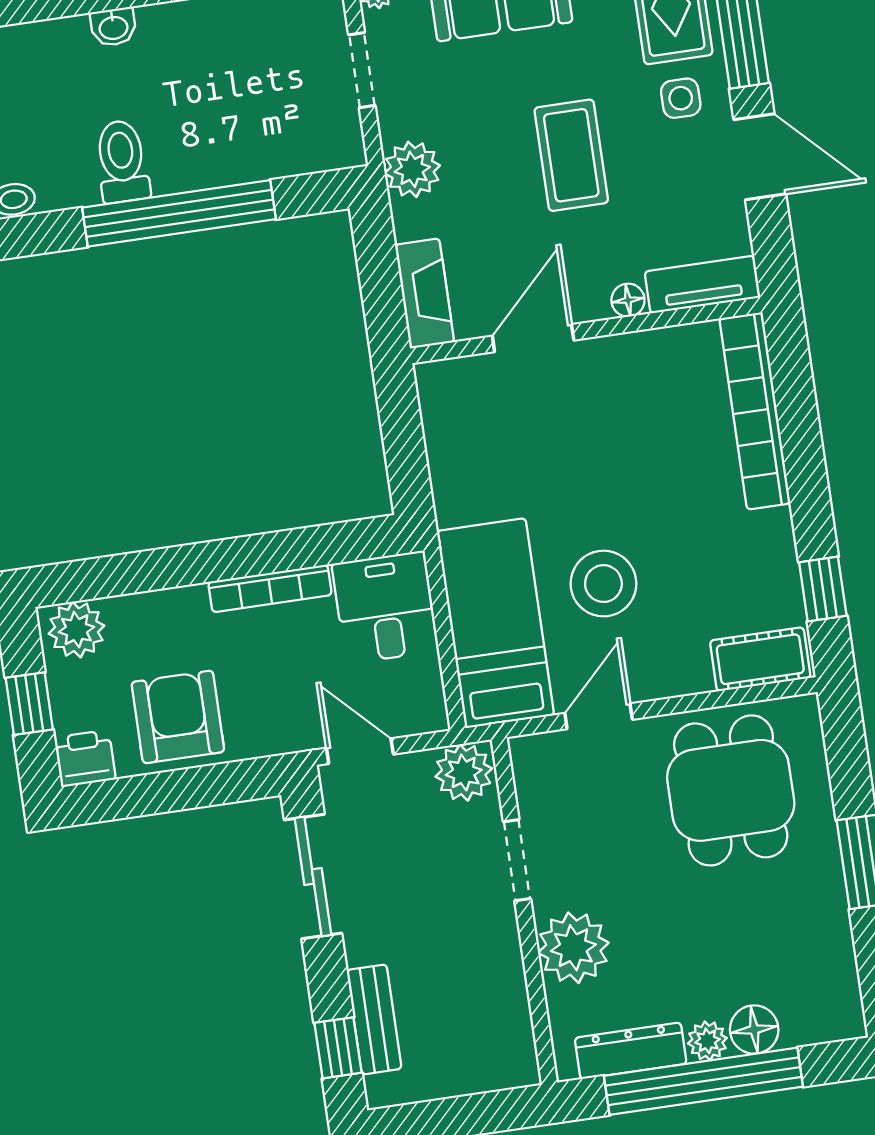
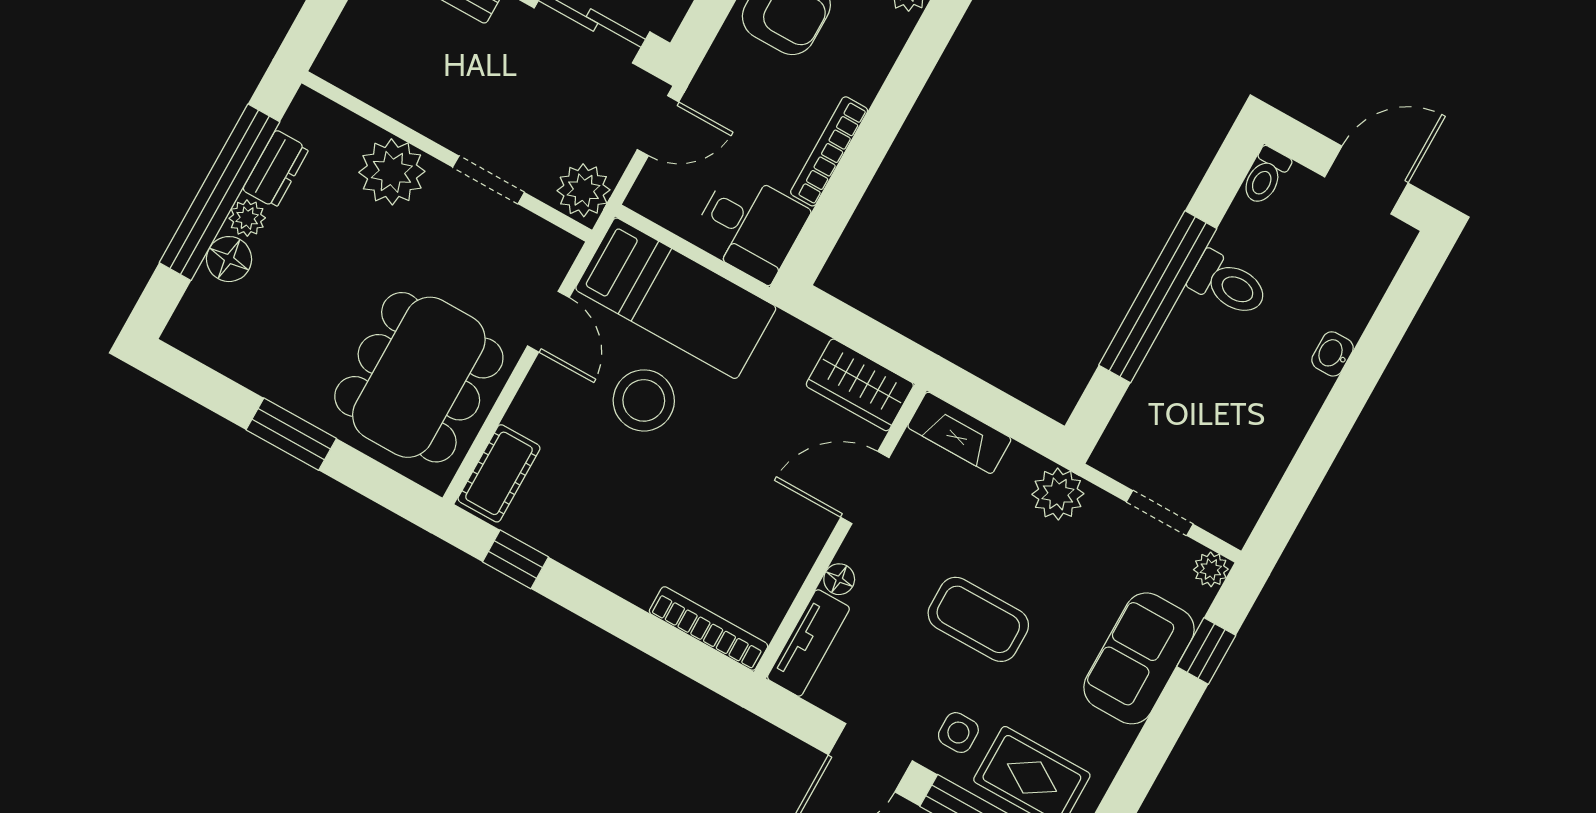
door: (533, 338) -> (865, 488), swing flipped
wardrobe: (449, 410) -> (860, 385), added
bookcase: (755, 411) -> (709, 629), width x0.68, depth x0.76
dining table: (731, 790) -> (419, 377), width x1.38
dresser: (631, 1051) -> (276, 169), width x0.70

